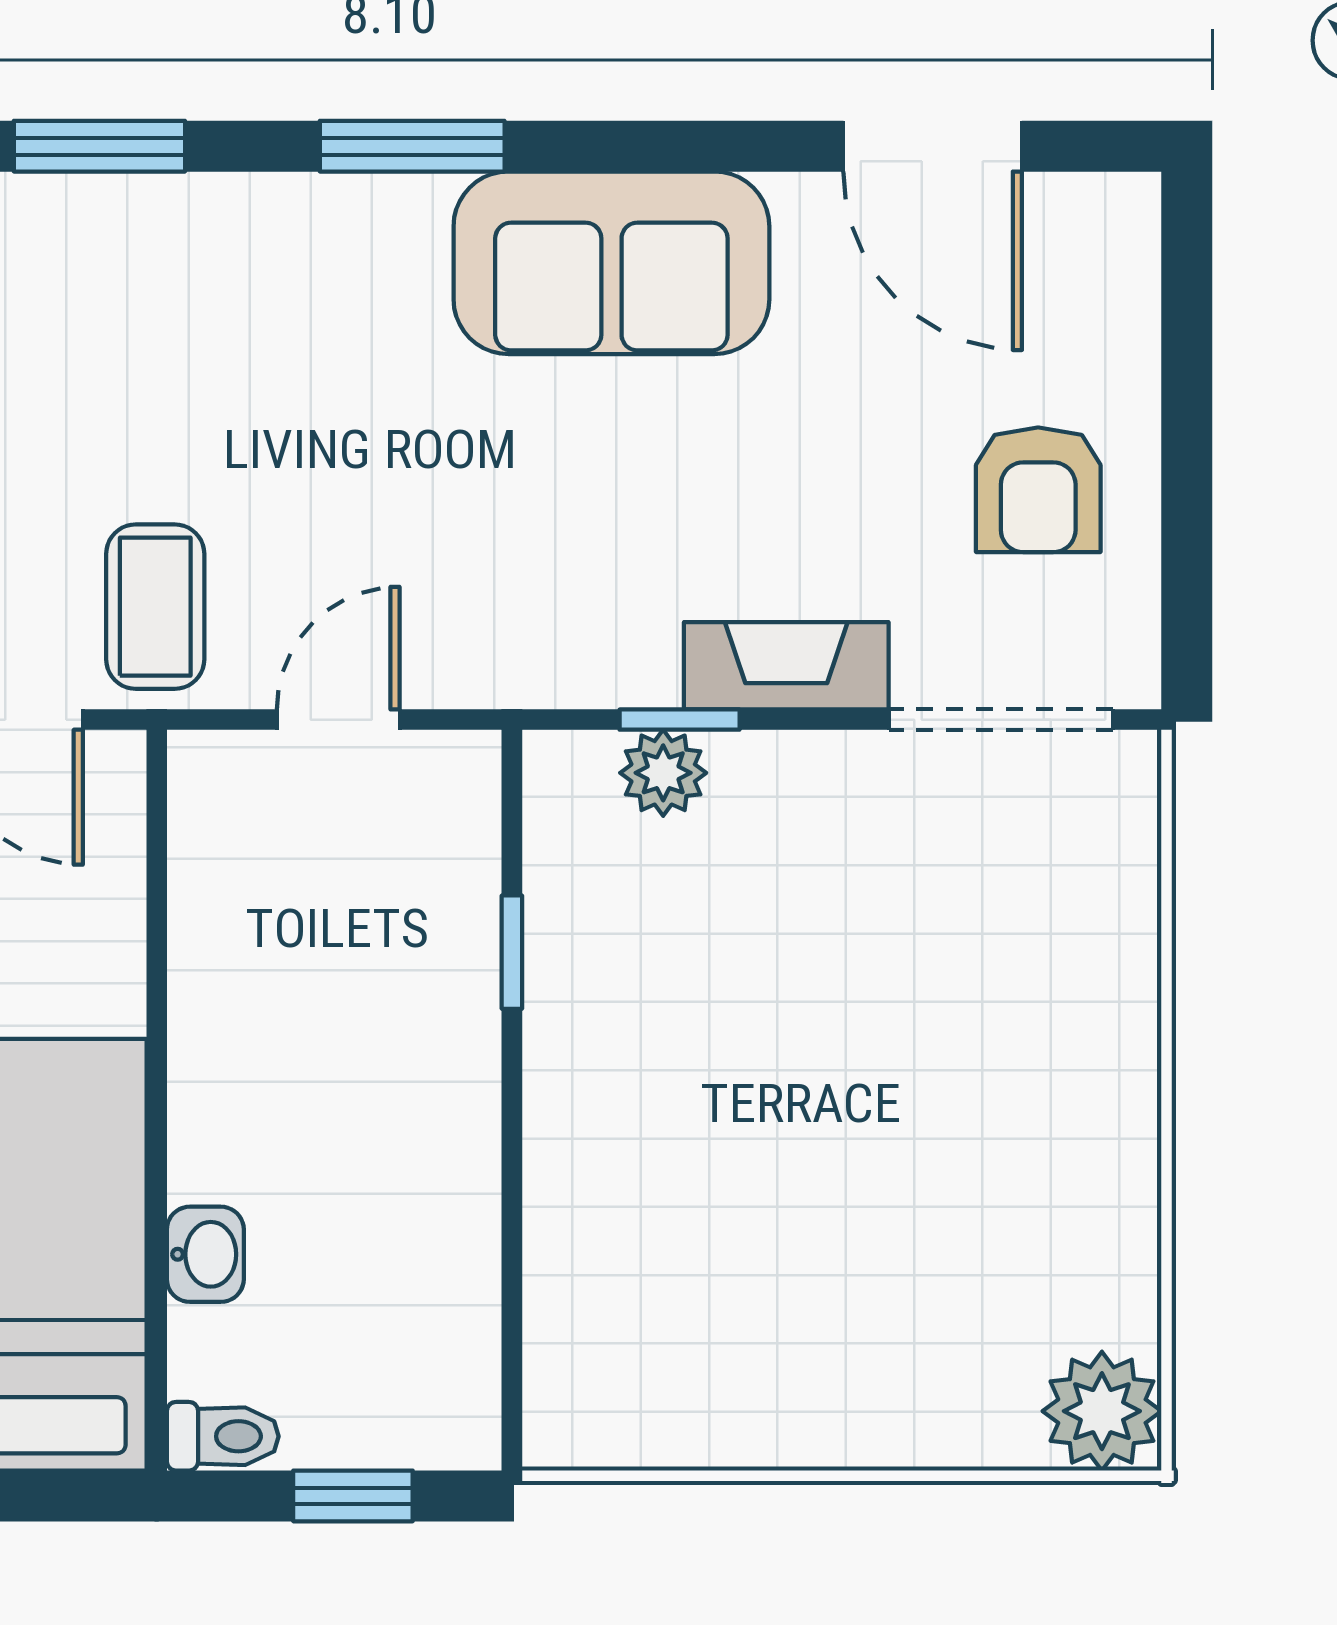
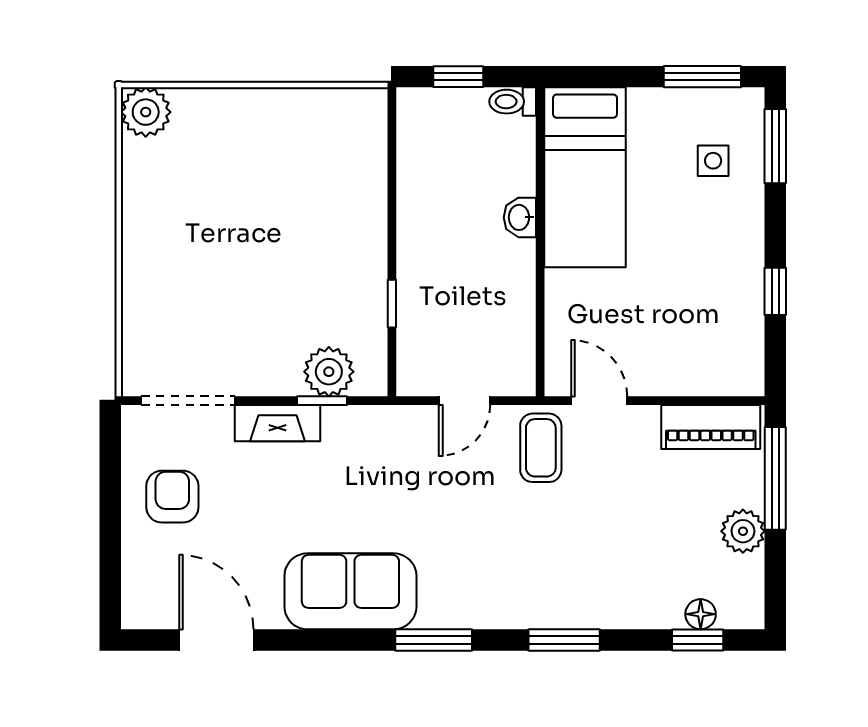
plant: (663, 773) -> (329, 372), width x1.38, depth x1.38
washbasin: (205, 1254) -> (520, 217), moved

